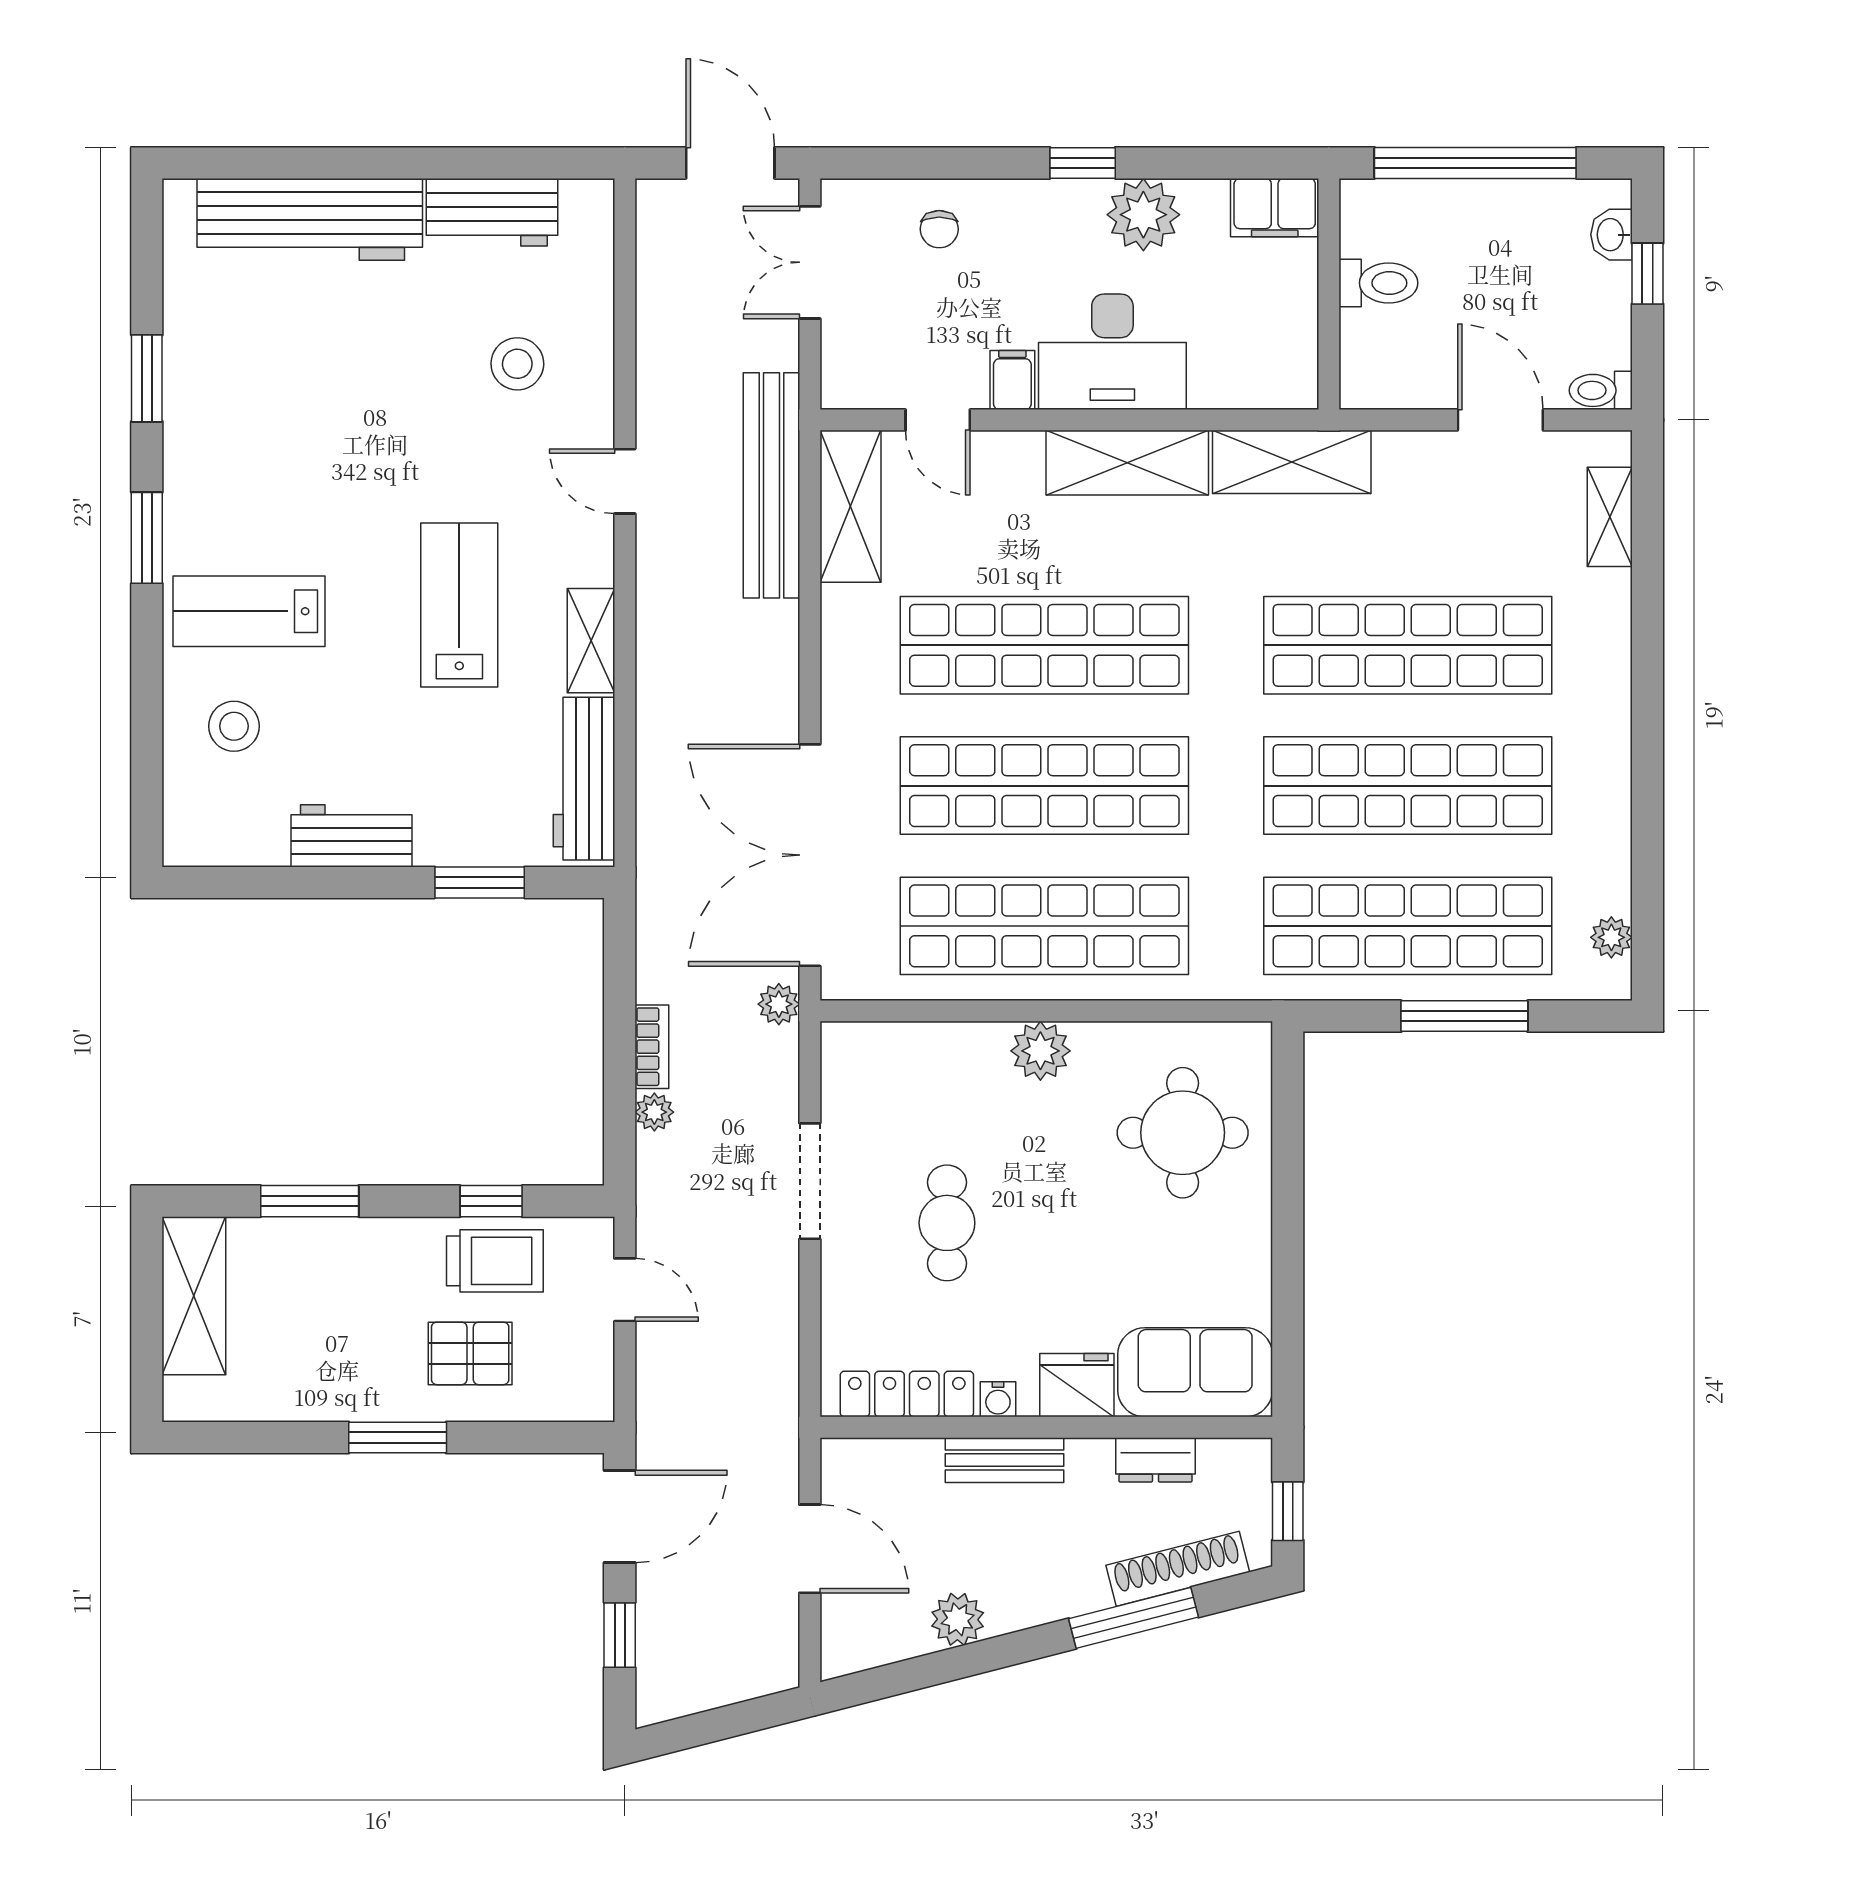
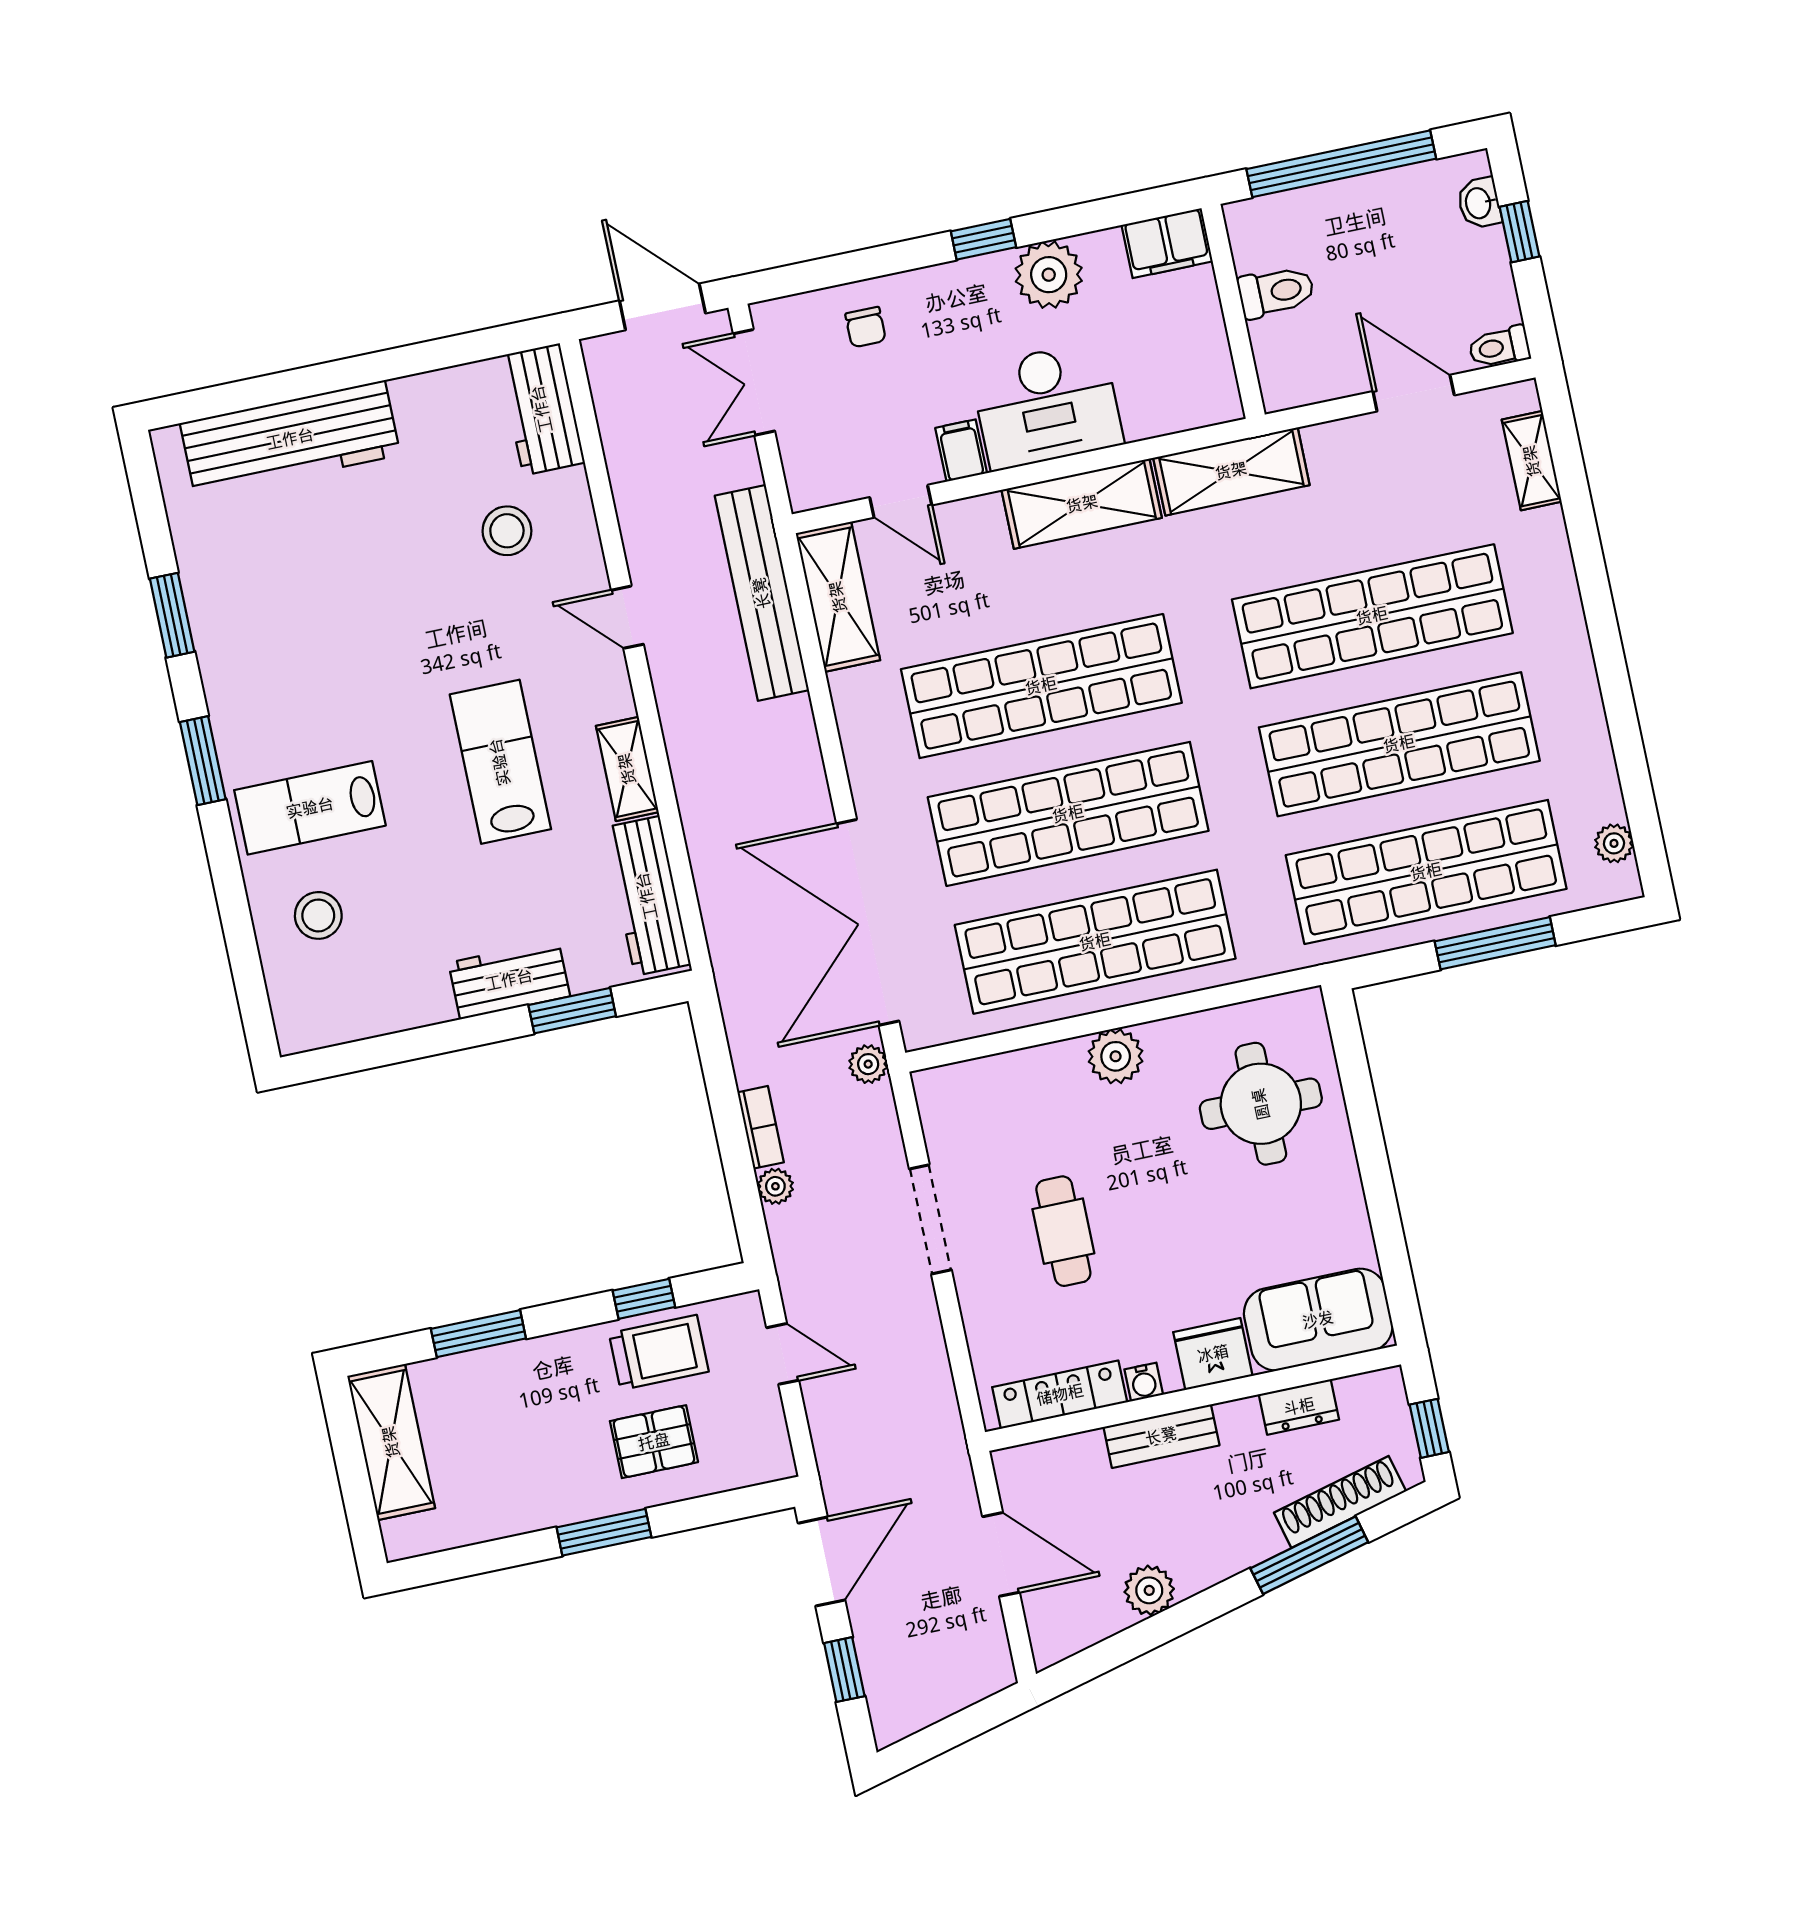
workbench: (492, 212) -> (542, 409), moved, turned 90
workbench: (351, 836) -> (509, 980), moved

